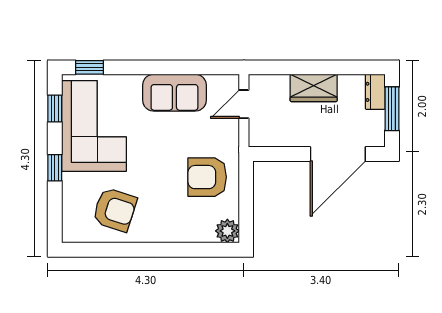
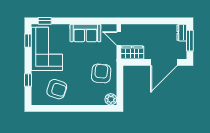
wardrobe: (314, 88) -> (132, 53), moved, turned 180
door: (244, 104) -> (119, 38), hinge flipped
window: (55, 168) -> (28, 80), moved
armchair: (207, 177) -> (101, 73), turned 95

